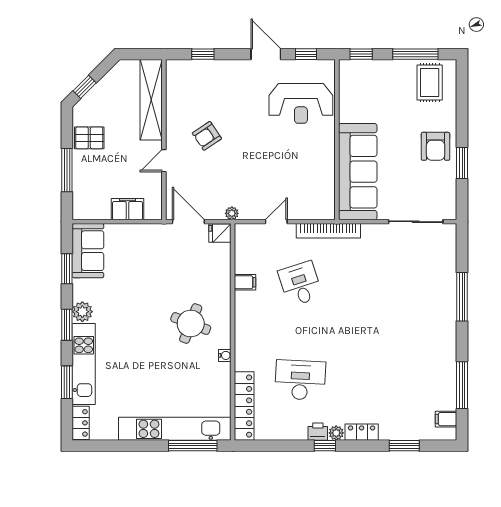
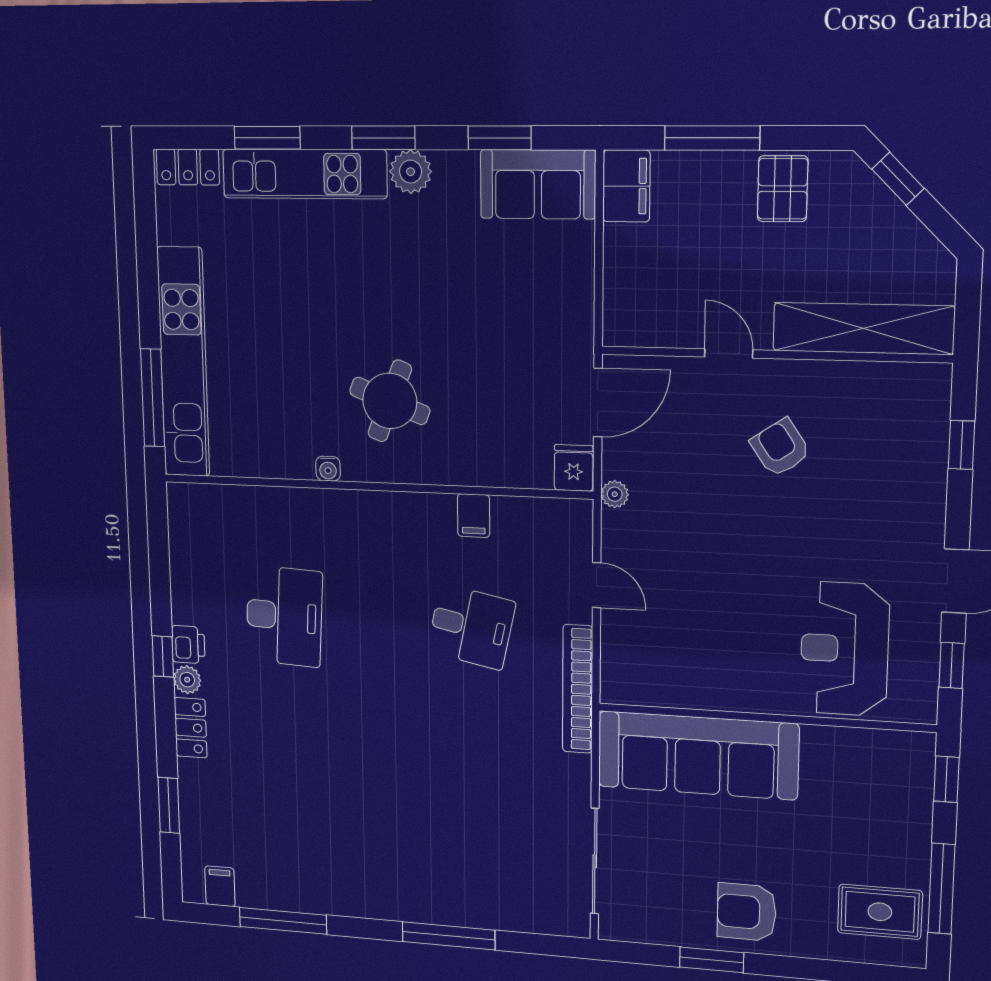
filing cabinet: (128, 209) -> (626, 186), moved
desk: (300, 284) -> (471, 627), turned 30
locker: (244, 406) -> (231, 504), removed

